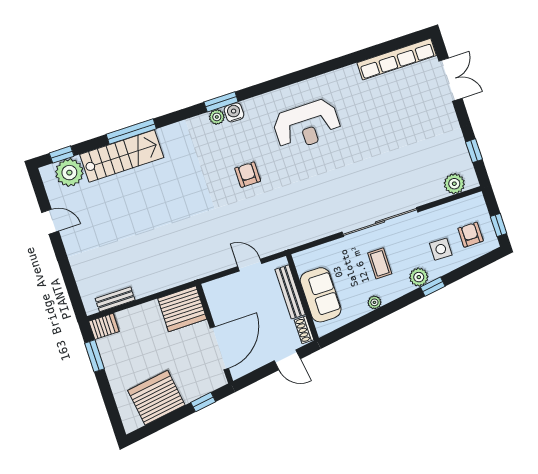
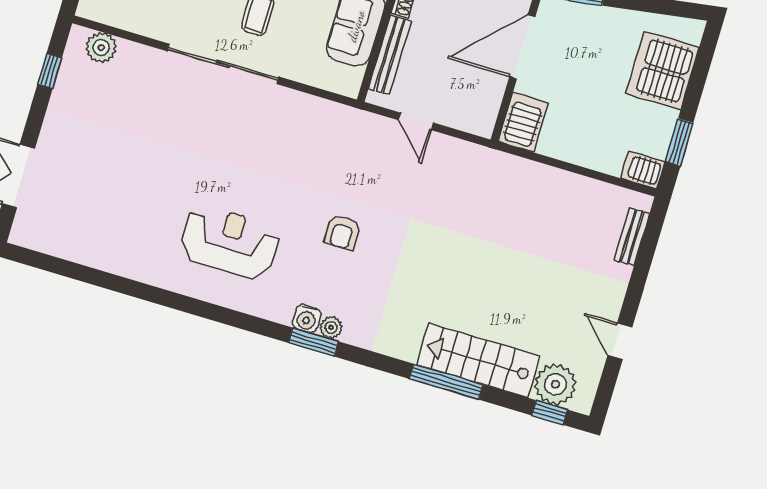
row of seats: (397, 59) -> (66, 246), removed
bench: (115, 299) -> (632, 237), moved, turned 90
server rack: (182, 309) -> (523, 122), width x0.63
server rack: (156, 398) -> (662, 70), moved, turned 98

